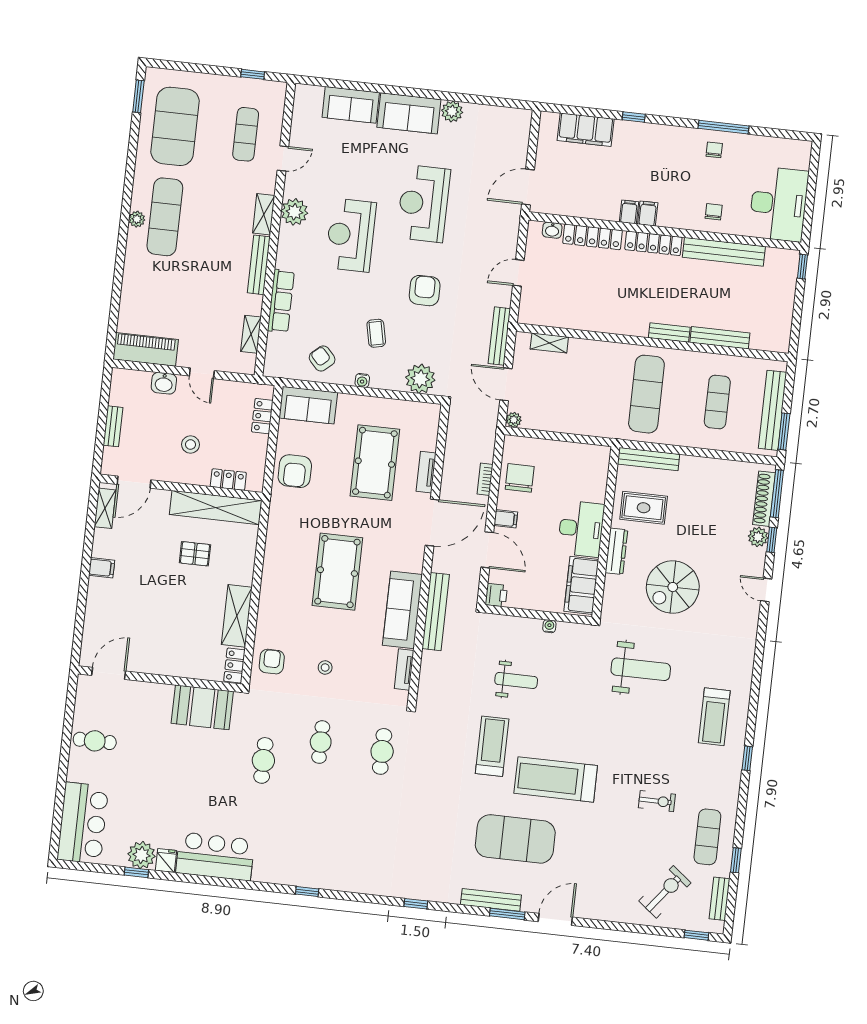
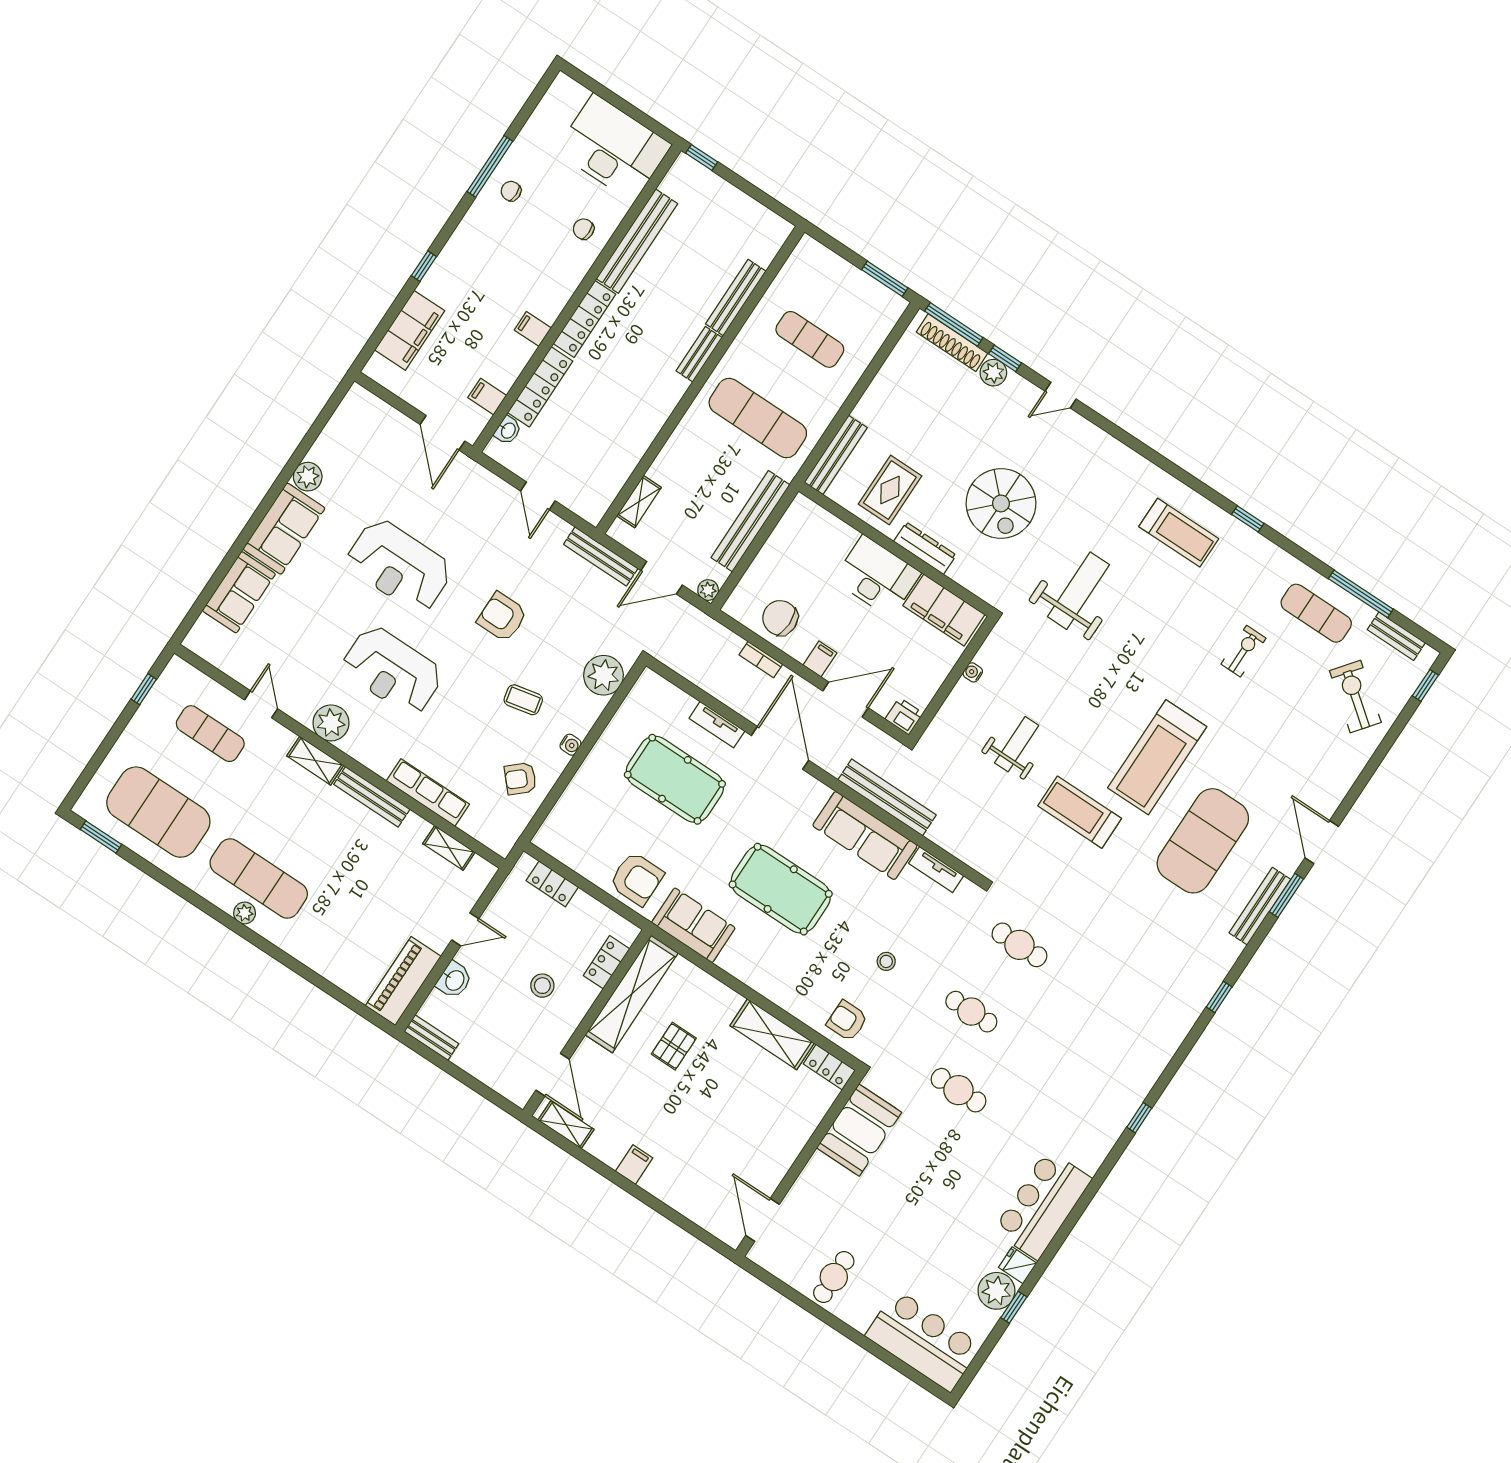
filing cabinet: (648, 213) -> (487, 397), moved
sofa: (308, 405) -> (693, 925), moved, turned -90
bench: (773, 410) -> (750, 521), moved, turned 90
bench: (113, 426) -> (431, 1038), moved
window: (736, 860) -> (1361, 594), width x2.17

